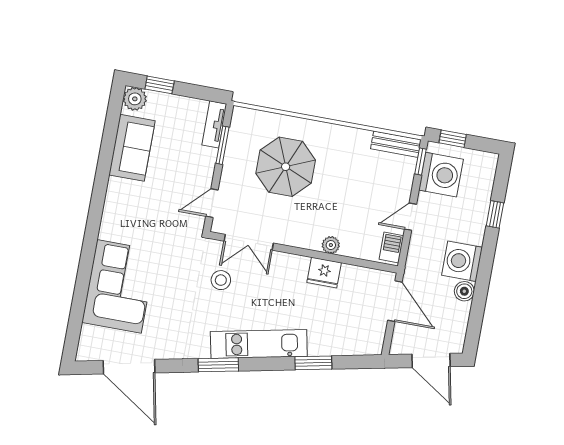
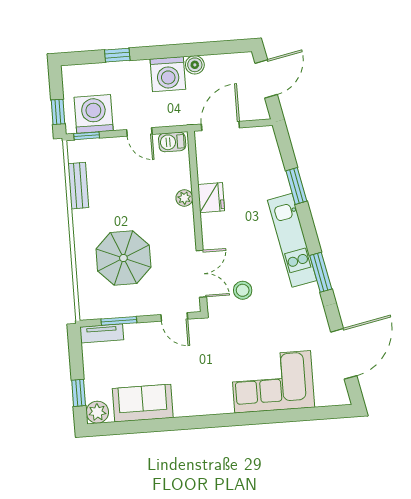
bench: (396, 144) -> (78, 186), moved

